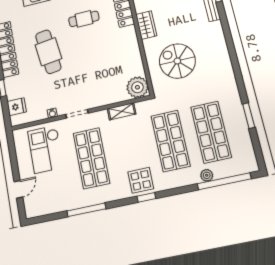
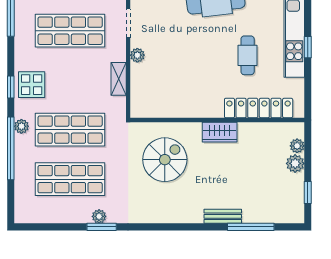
plant: (137, 87) -> (137, 55), moved, width x0.53, depth x0.53
plant: (236, 102) -> (99, 216), added
window: (249, 116) -> (102, 227), moved
plant: (207, 175) -> (21, 126), moved
window: (224, 181) -> (11, 148), moved

